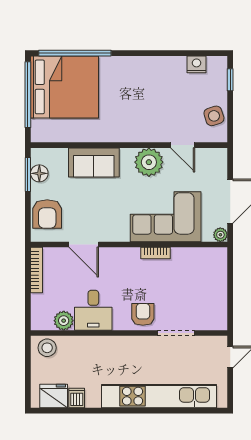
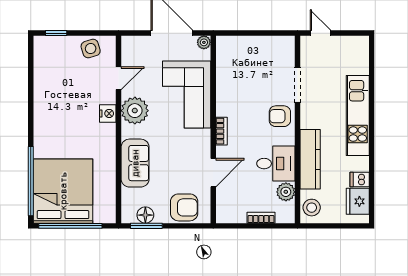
nightstand: (197, 64) -> (108, 113), moved, turned 180
bookcase: (156, 253) -> (221, 131), moved
bookcase: (36, 270) -> (261, 218), moved, width x0.64
kitchen counter: (98, 346) -> (310, 159), added
kitchen unit: (159, 396) -> (358, 116), width x0.73

